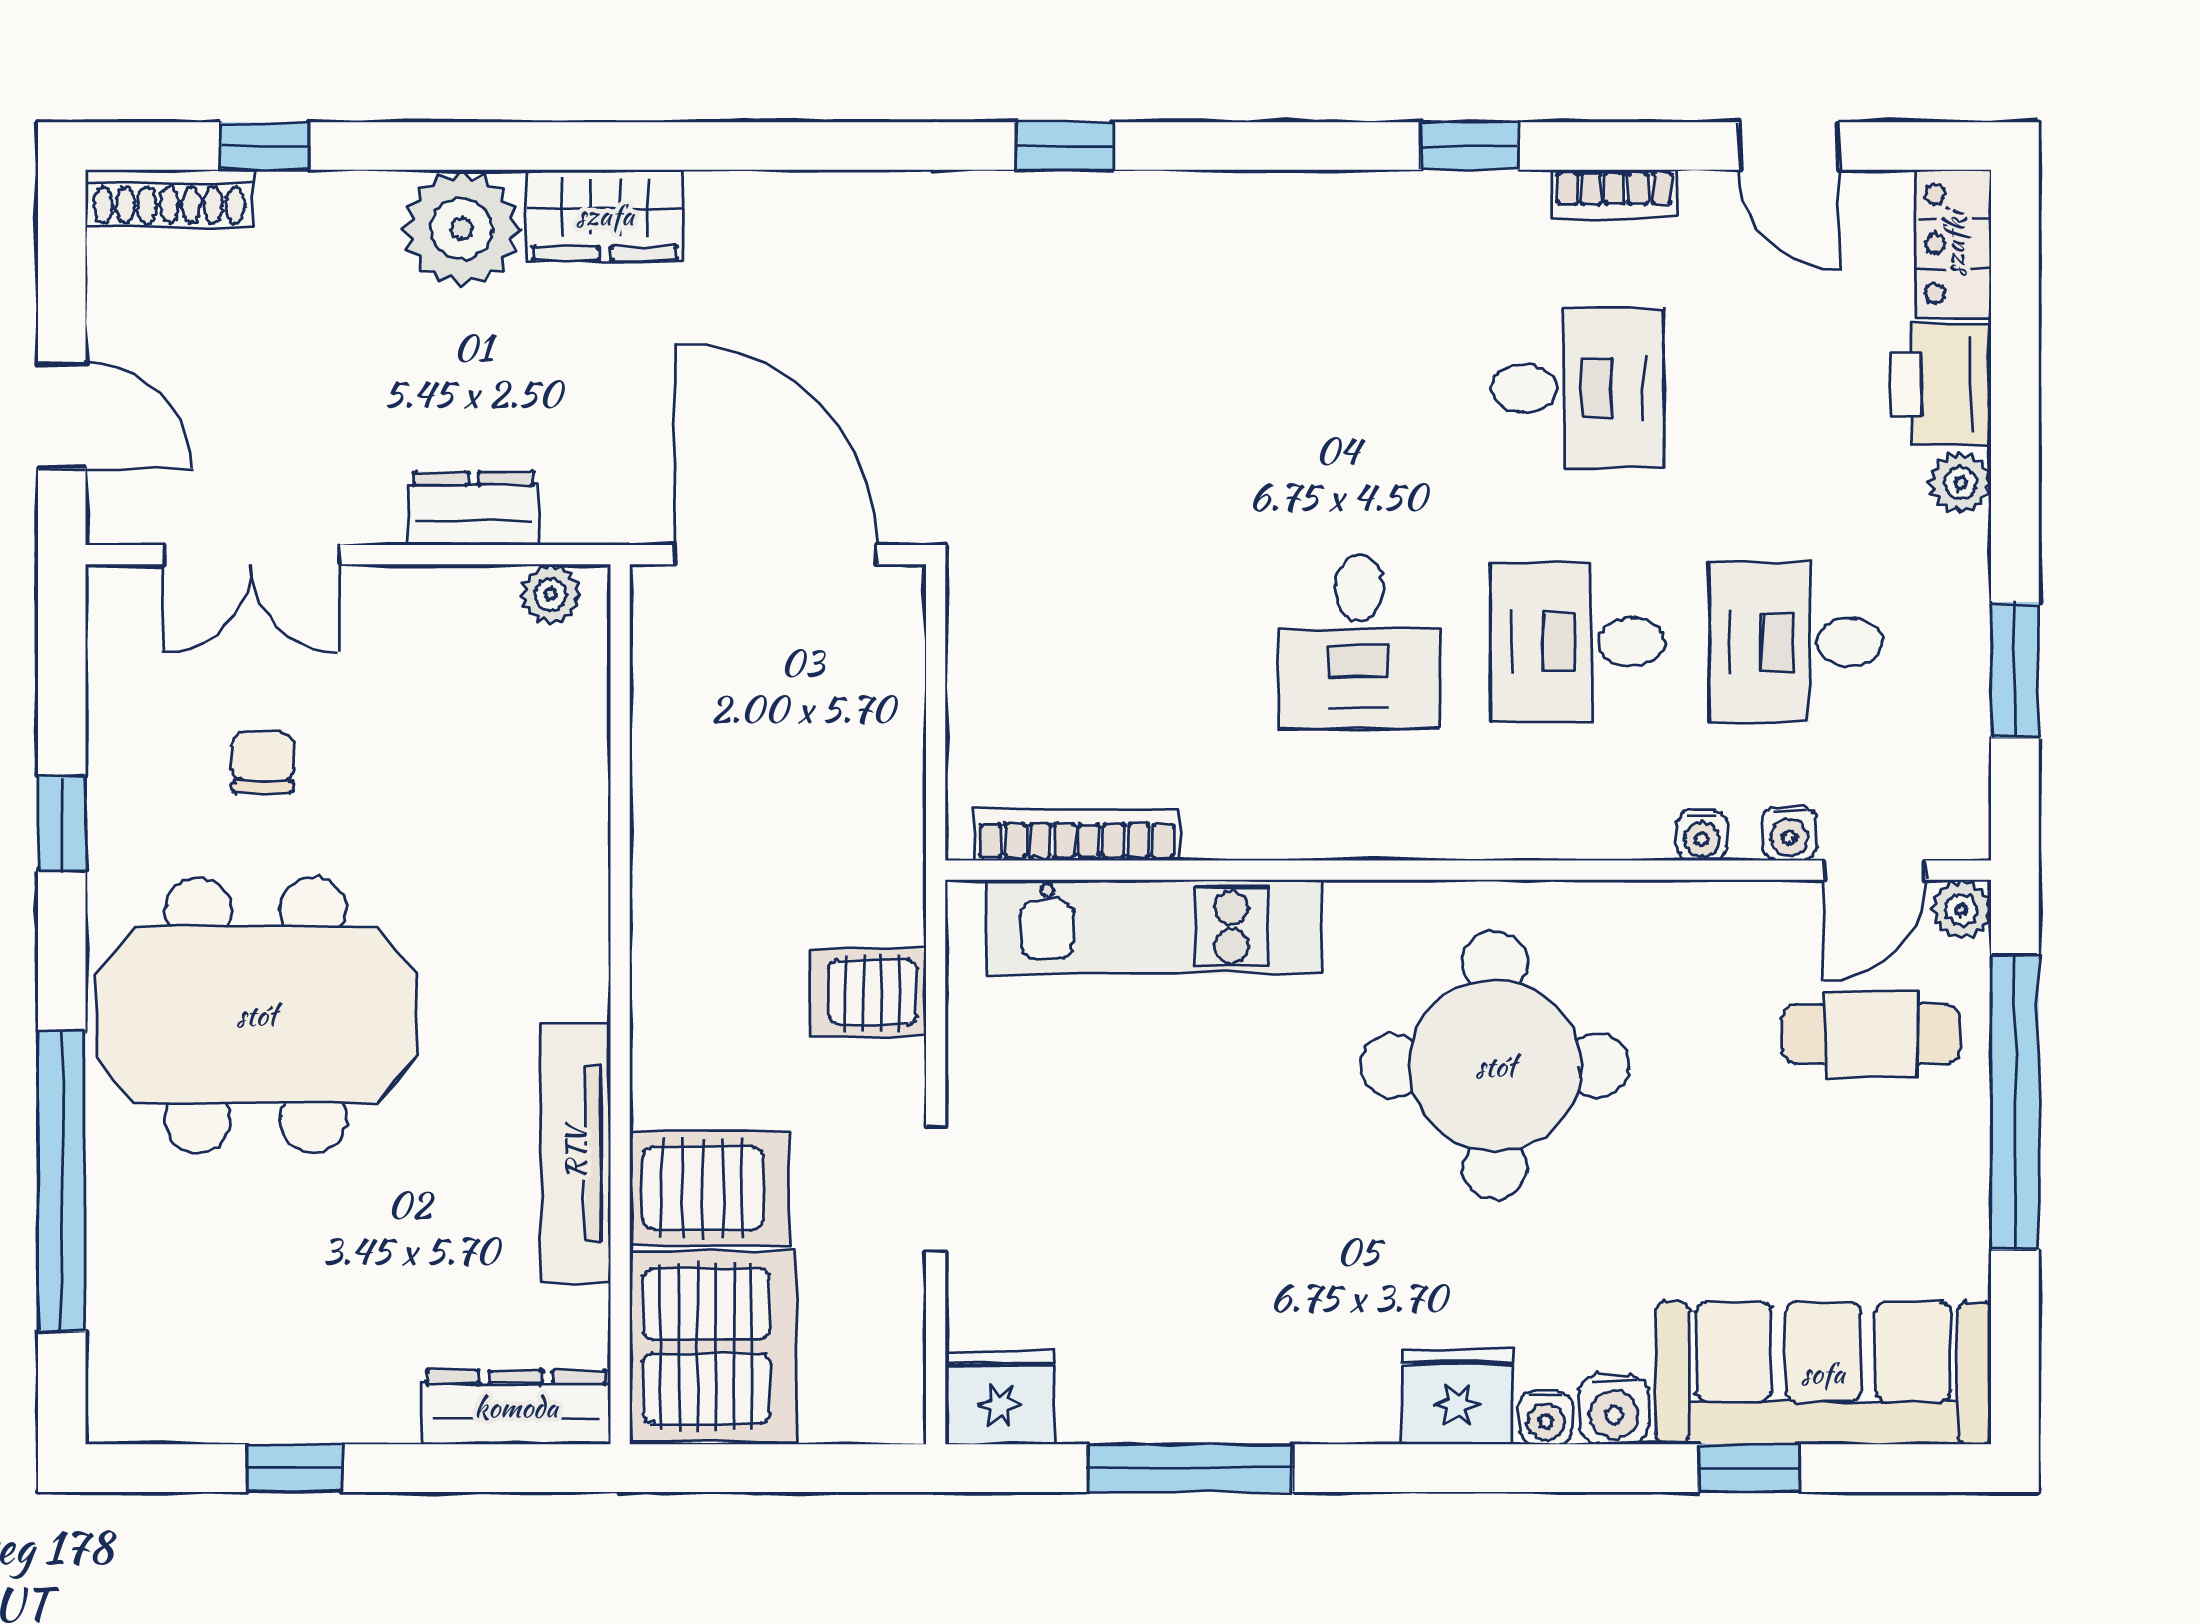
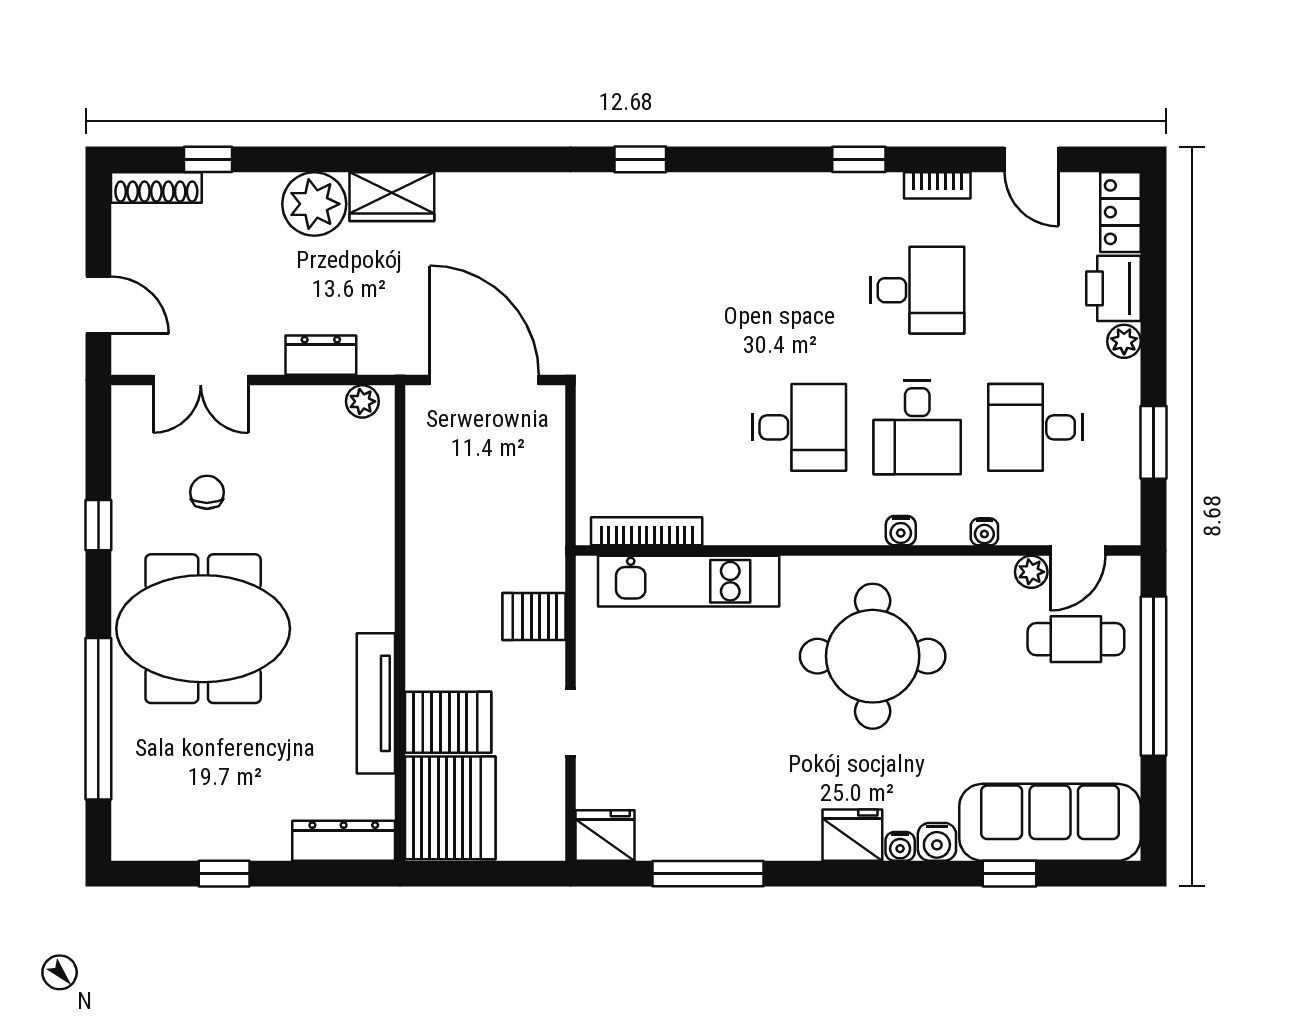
desk: (1359, 642) -> (799, 427), turned -90
desk: (1577, 642) -> (917, 427), turned -90
water cooler: (1789, 833) -> (901, 531), moved
plant: (1961, 910) -> (1031, 572), moved

